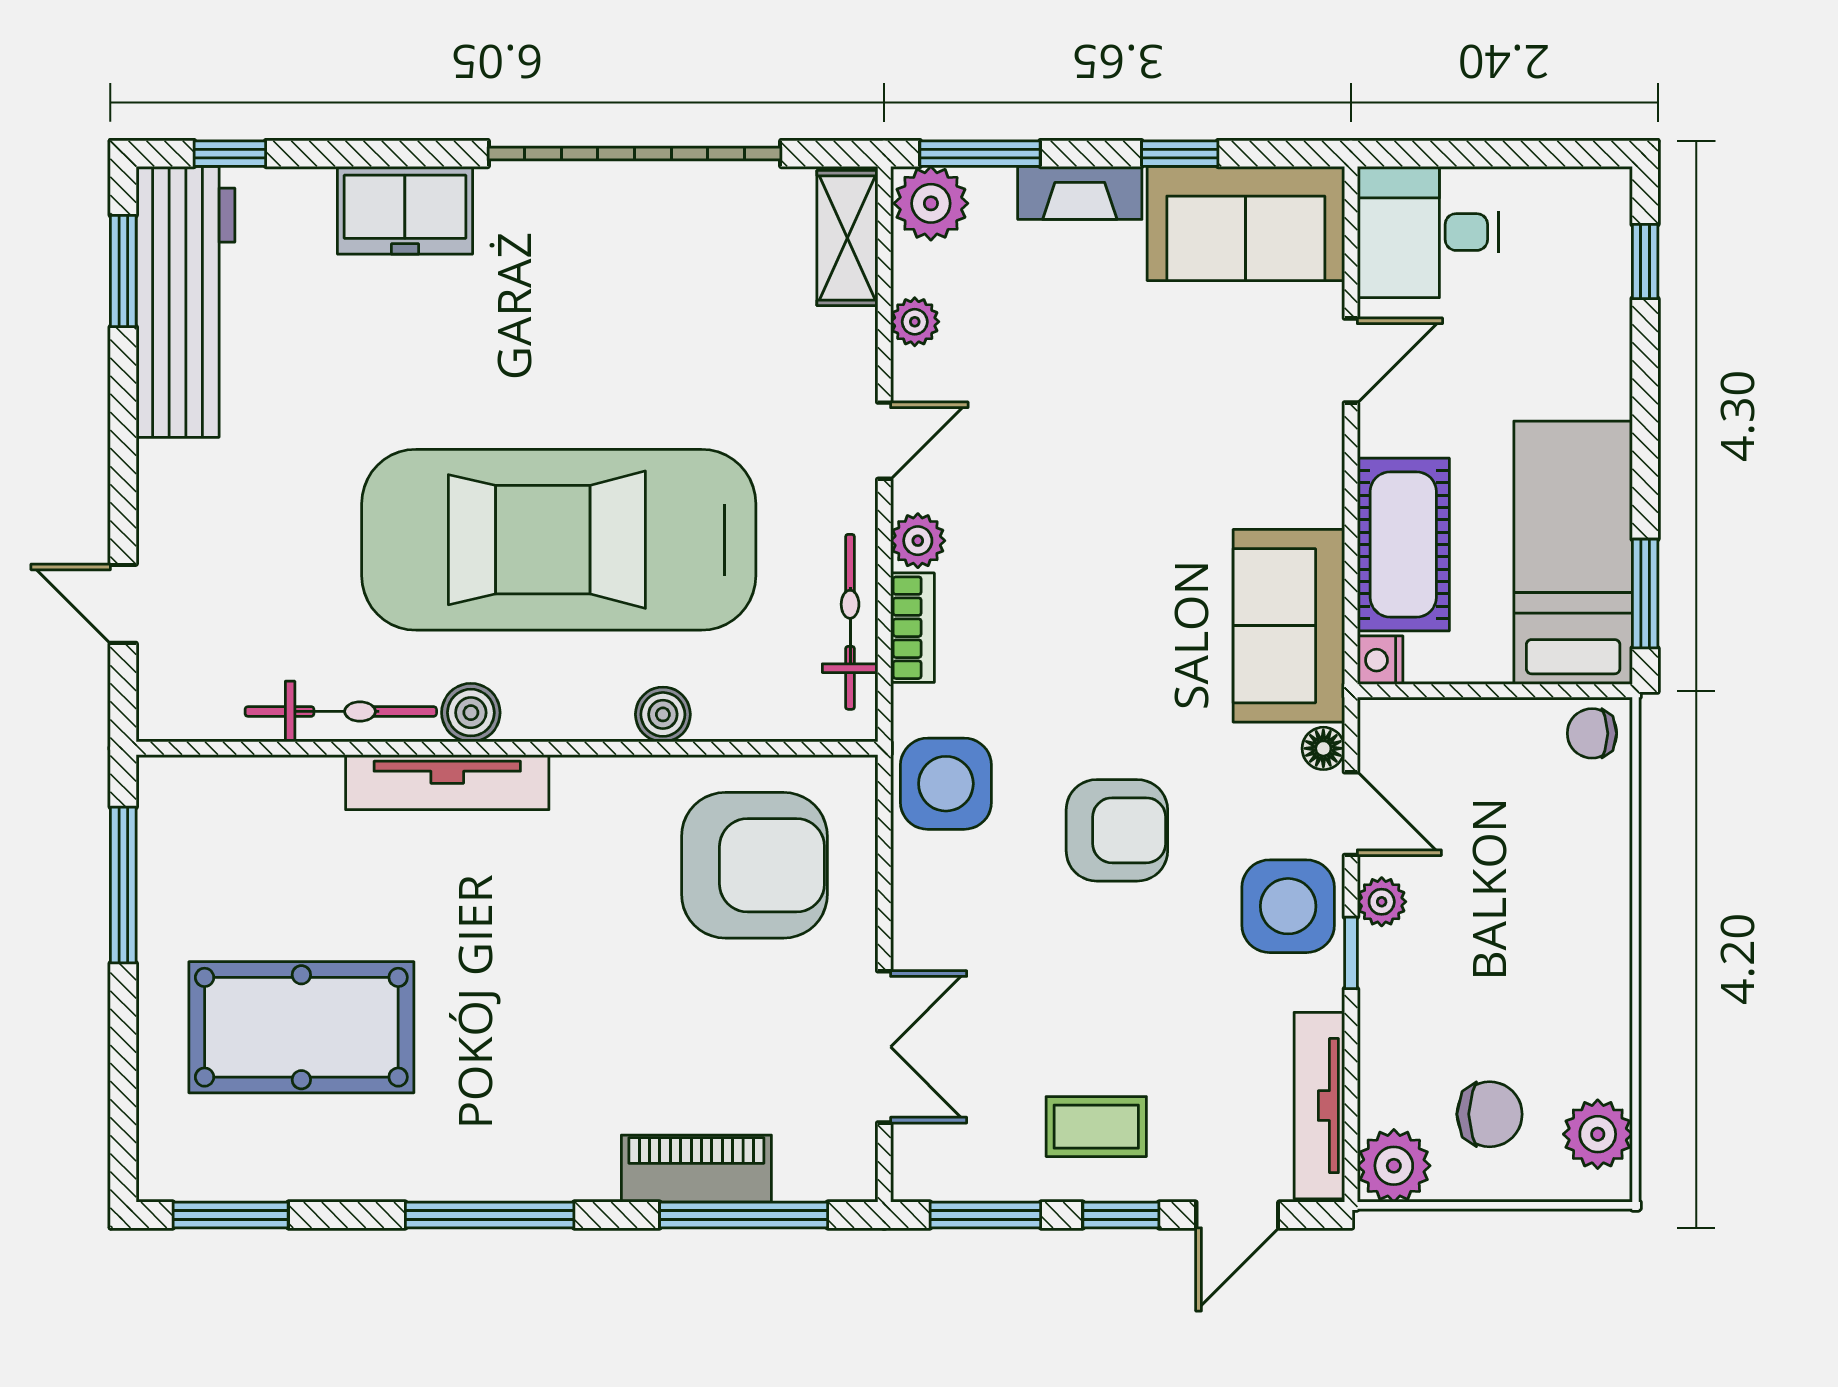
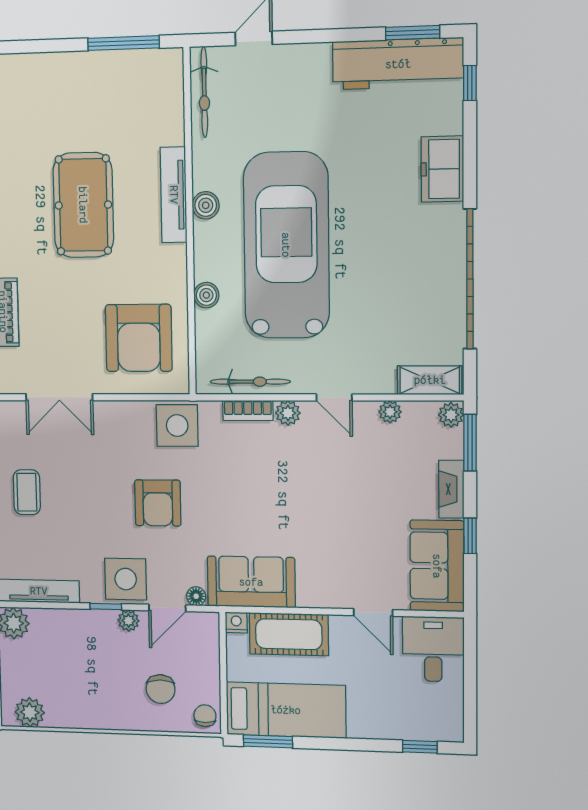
plant: (931, 203) -> (451, 415), width x0.73, depth x0.73
bicycle: (341, 711) -> (204, 92), moved
pool table: (301, 1027) -> (83, 205), moved
chair: (1490, 1114) -> (161, 689), moved

